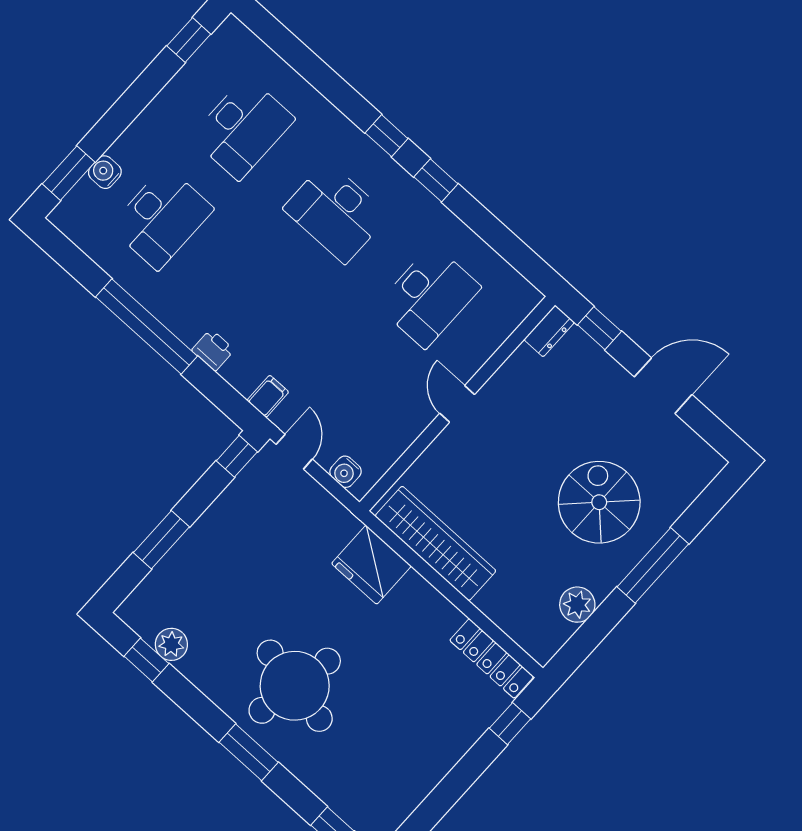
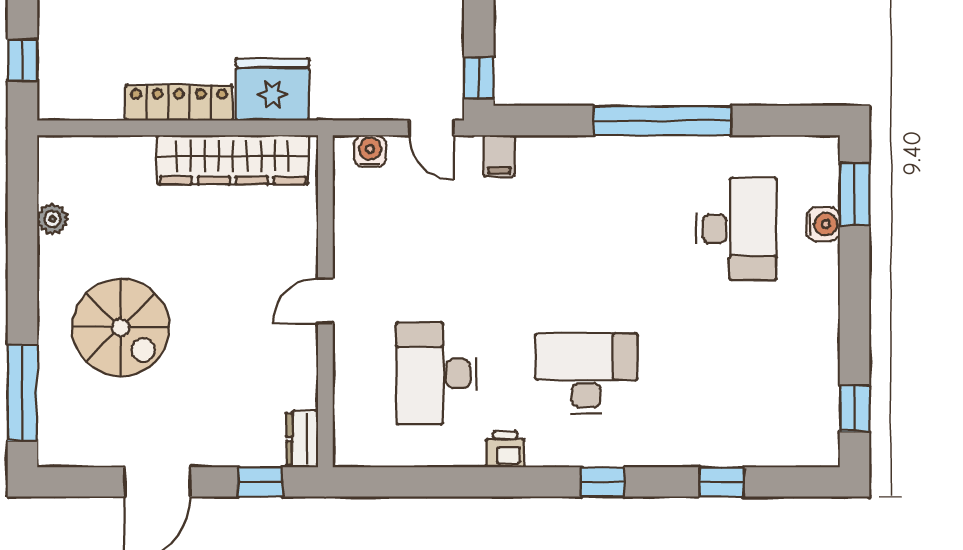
desk: (243, 128) -> (736, 374), removed
window: (436, 180) -> (722, 482), moved
desk: (162, 218) -> (736, 229), turned 180
printer: (213, 350) -> (505, 450), moved, turned 180
door: (457, 404) -> (325, 301), swing flipped
window: (653, 565) -> (23, 393), moved
plant: (577, 605) -> (52, 219), width x0.73, depth x0.73
locker: (492, 658) -> (179, 103), moved

